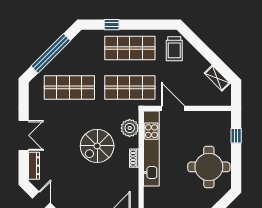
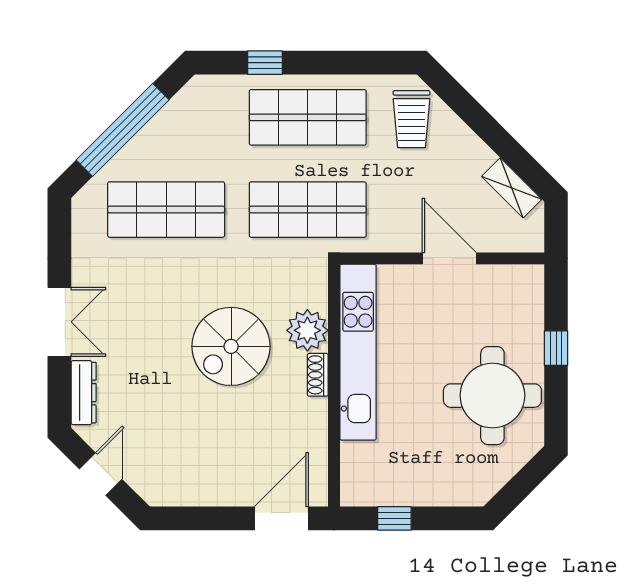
door: (173, 108) -> (449, 258), moved
plant: (130, 128) -> (307, 330), moved
window: (236, 136) -> (556, 348), moved

